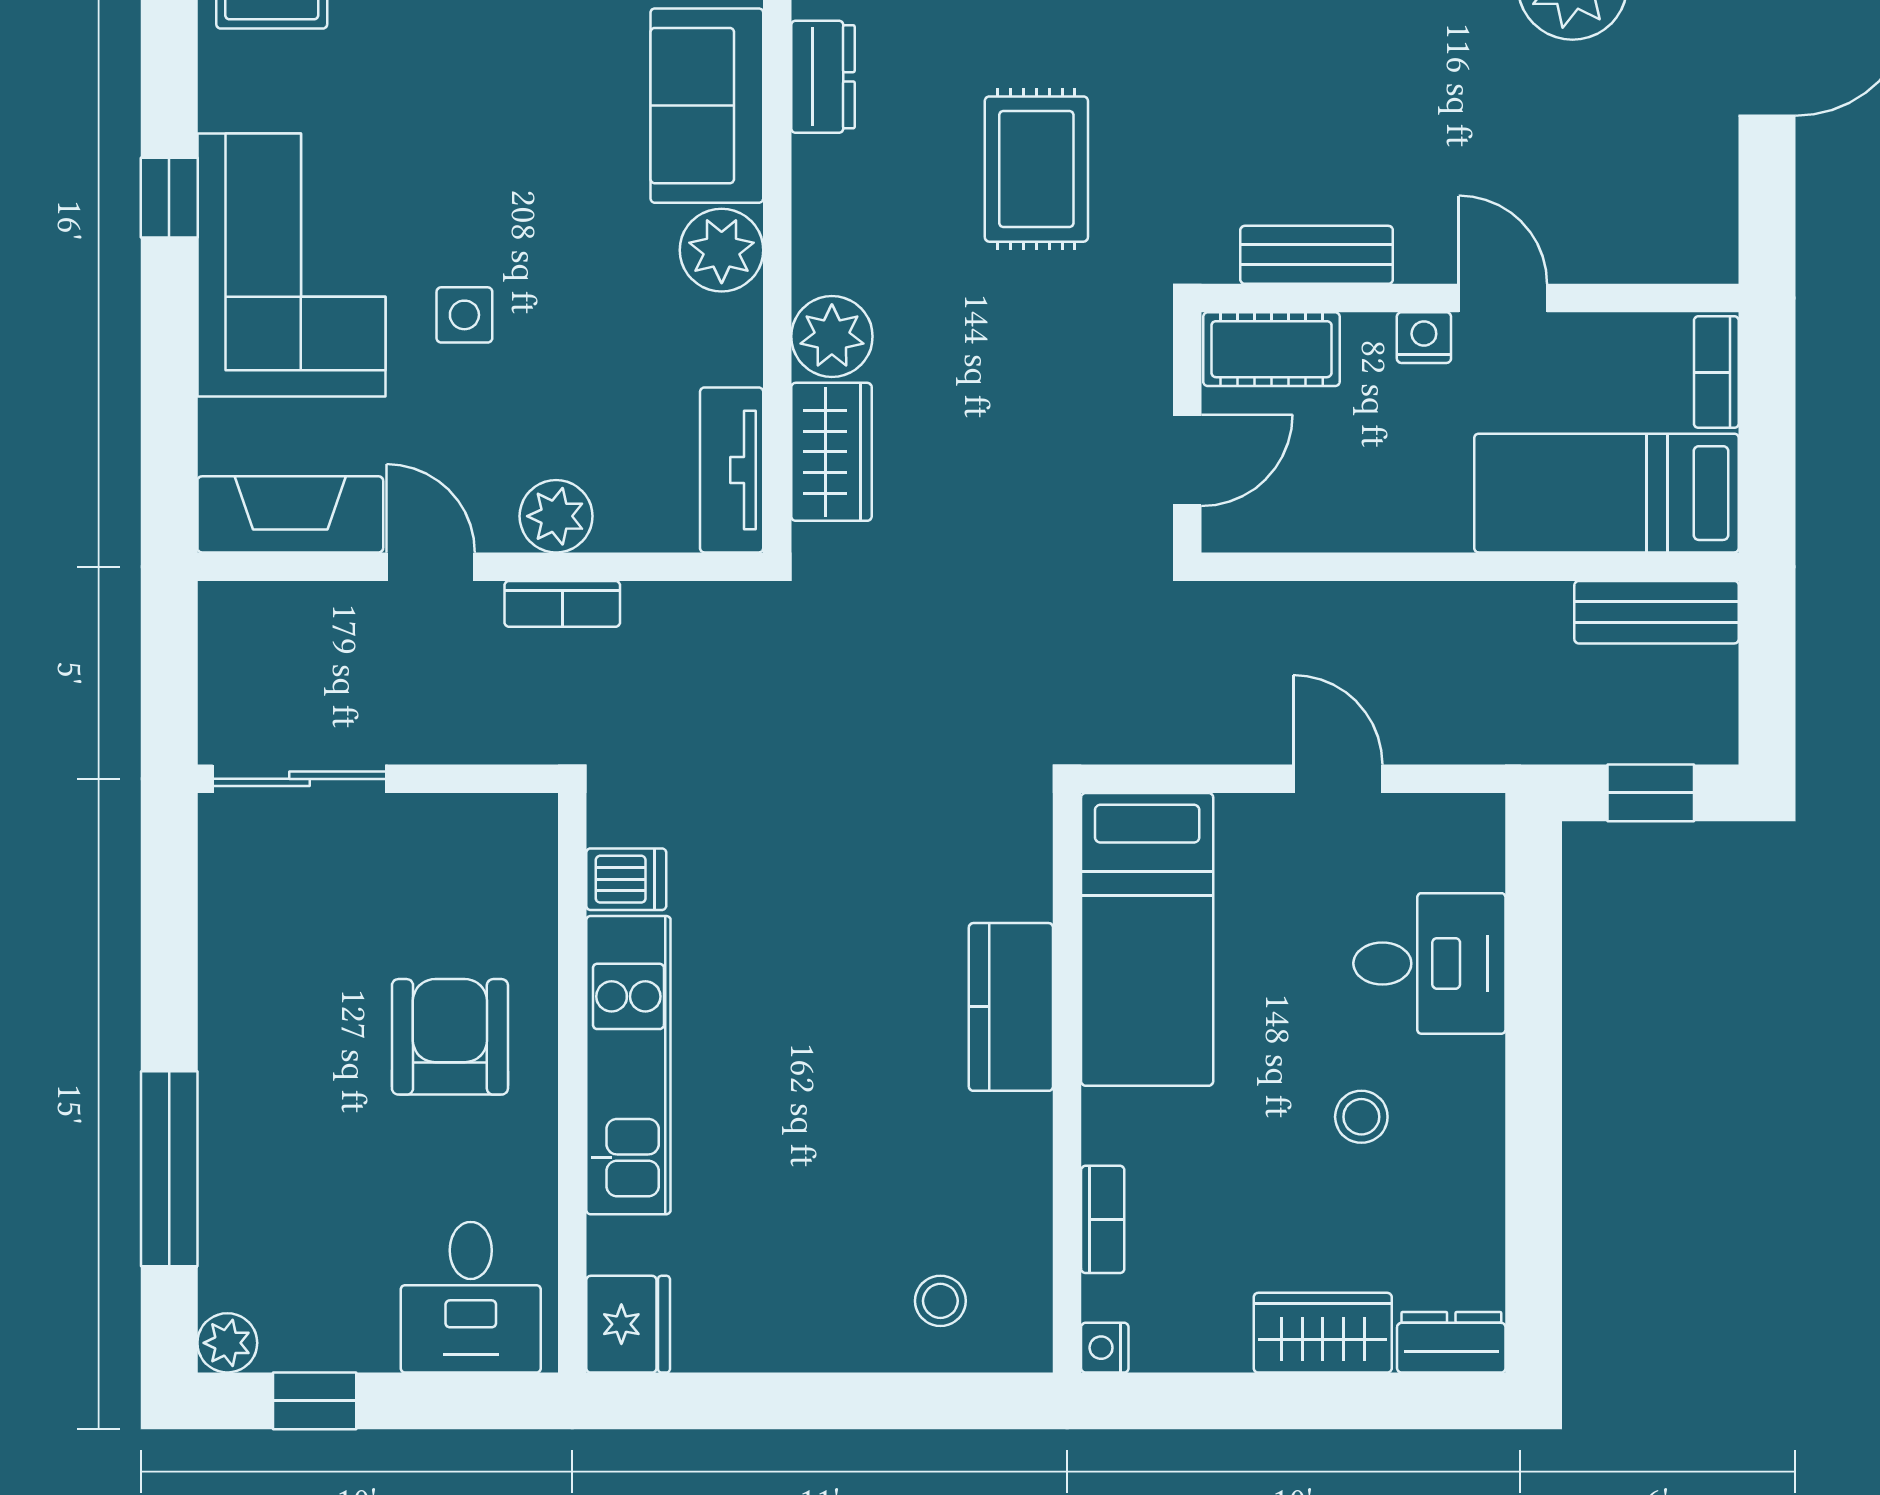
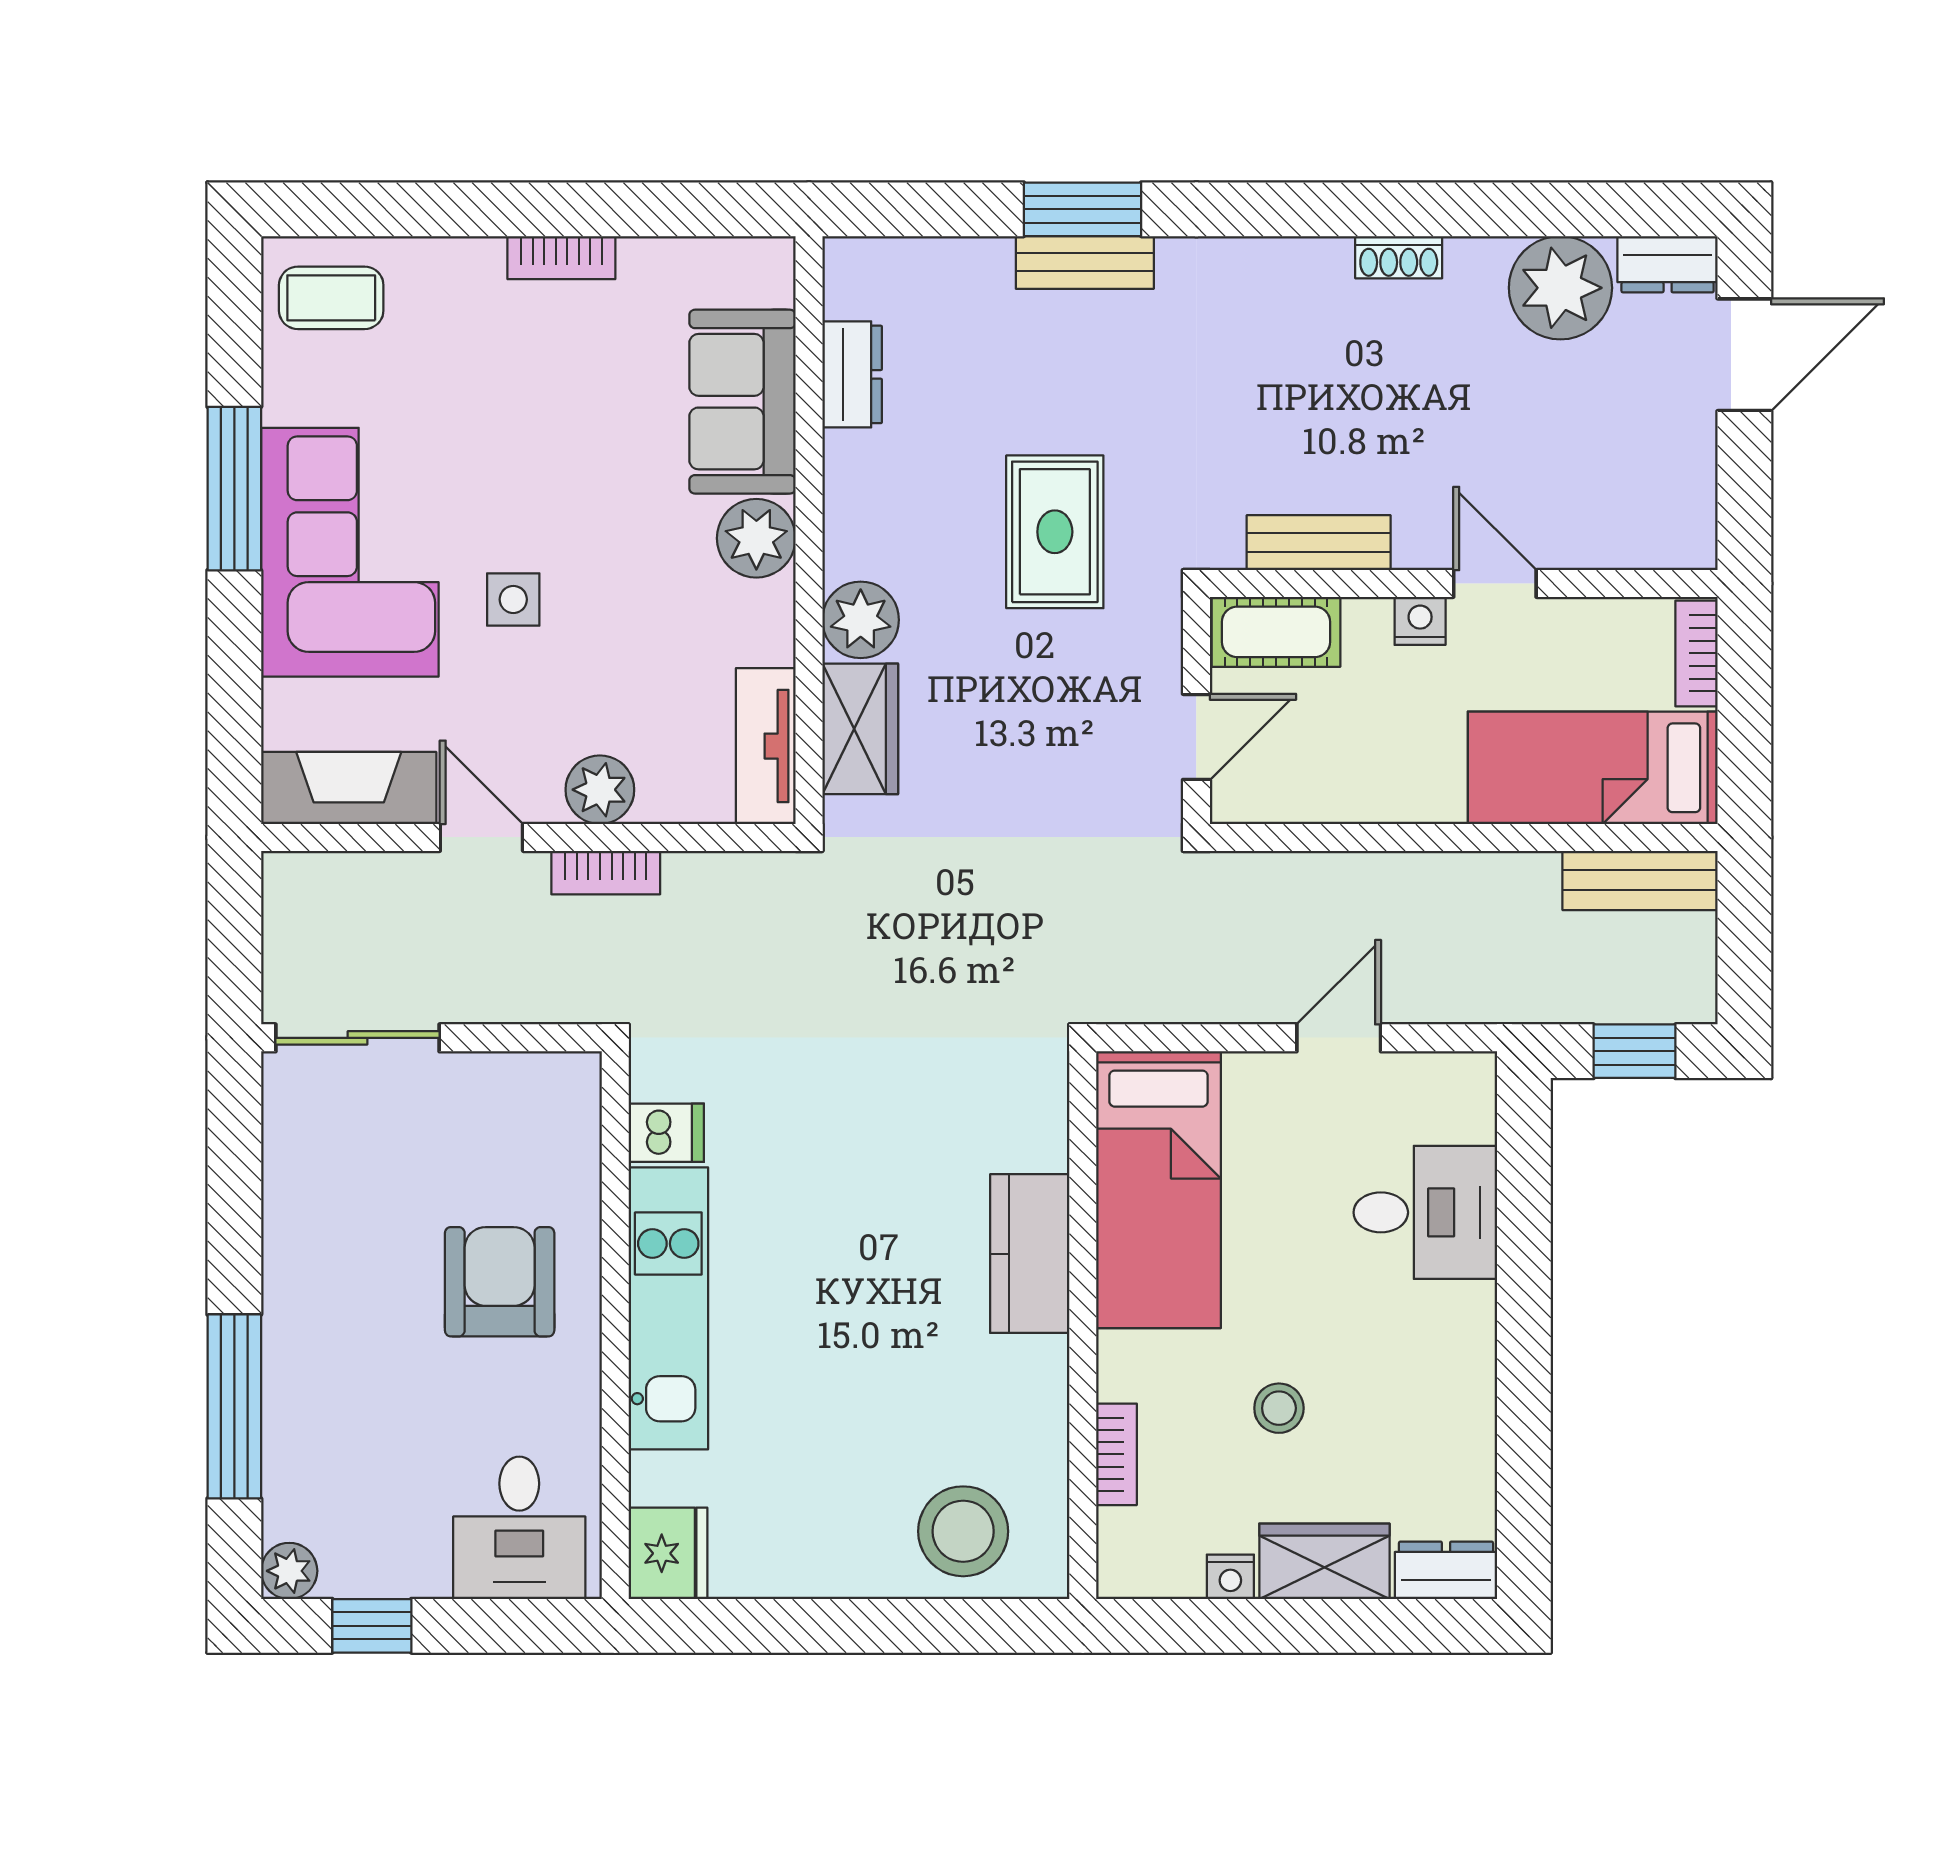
rug: (1036, 169) -> (1055, 532), moved
window: (169, 198) -> (234, 489), width x2.17
door: (1338, 779) -> (1339, 1038), hinge flipped
stool: (1361, 1117) -> (1279, 1408), moved
stool: (940, 1301) -> (963, 1531), width x1.89, depth x1.89
nightstand: (1105, 1348) -> (1230, 1577), moved, turned -90

